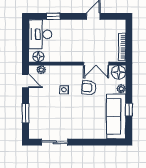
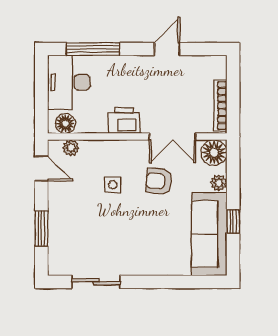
window: (53, 16) -> (93, 49), width x2.17
printer: (70, 55) -> (124, 121), added

